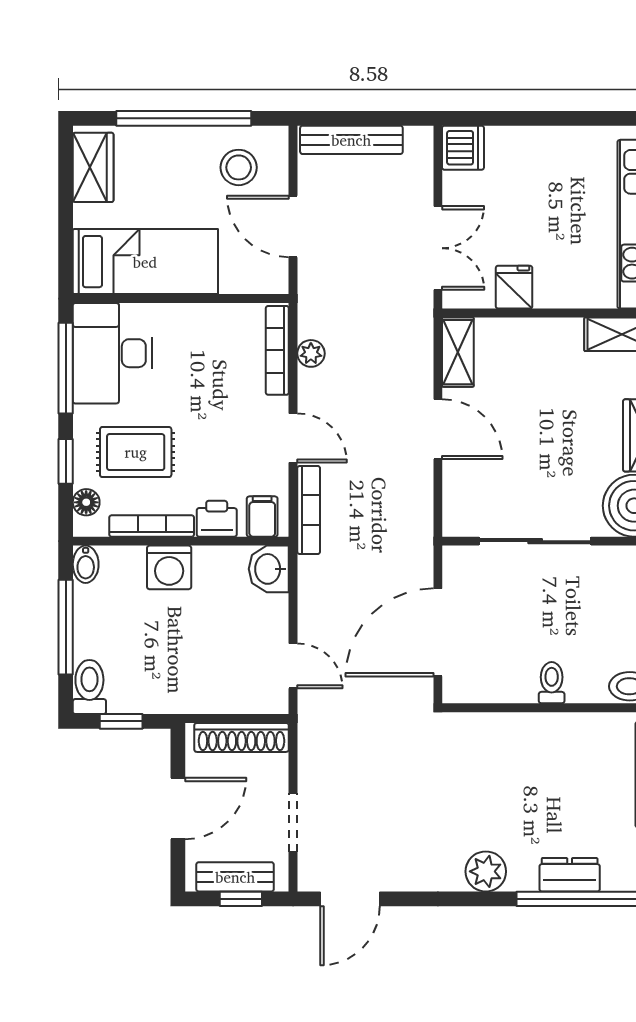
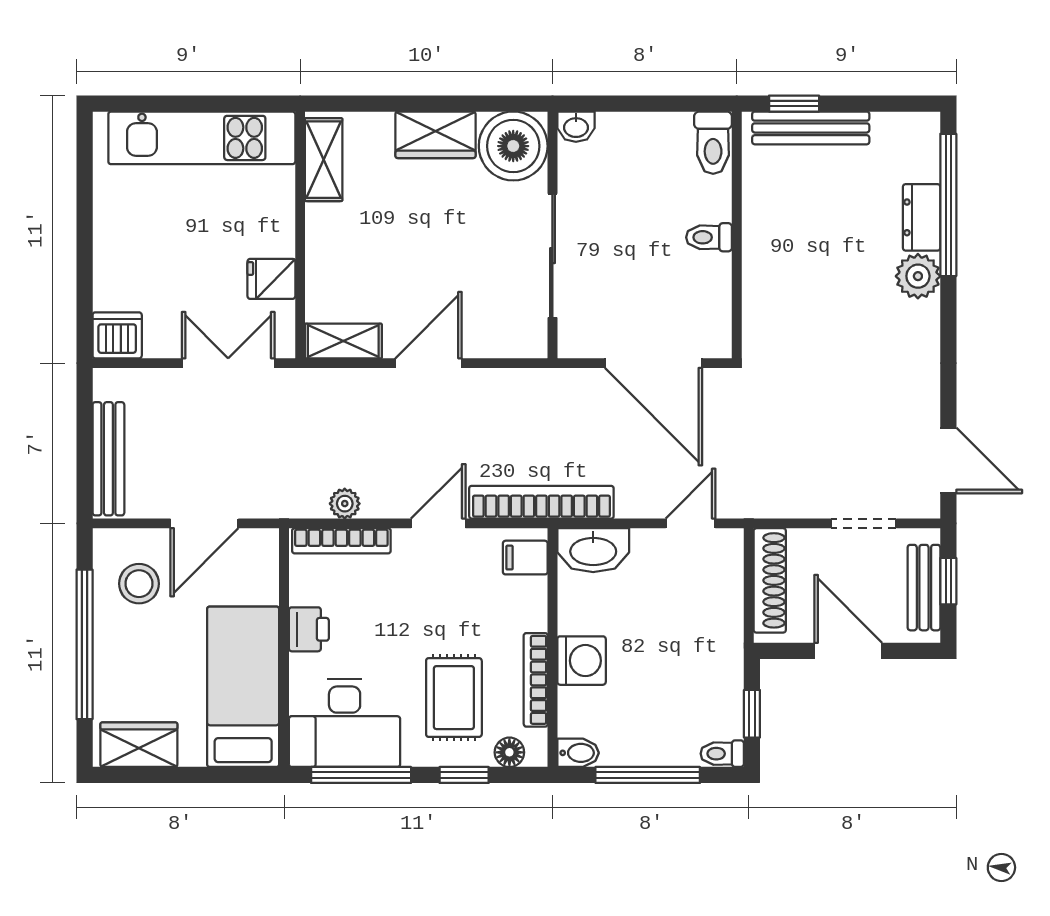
bookcase: (309, 510) -> (541, 502), width x1.48, depth x1.31
printer: (217, 519) -> (309, 629), moved, turned 180
washbasin: (269, 569) -> (593, 550), width x1.38
toilet: (89, 687) -> (722, 754), width x0.73, depth x0.72
plant: (486, 871) -> (918, 276), moved

